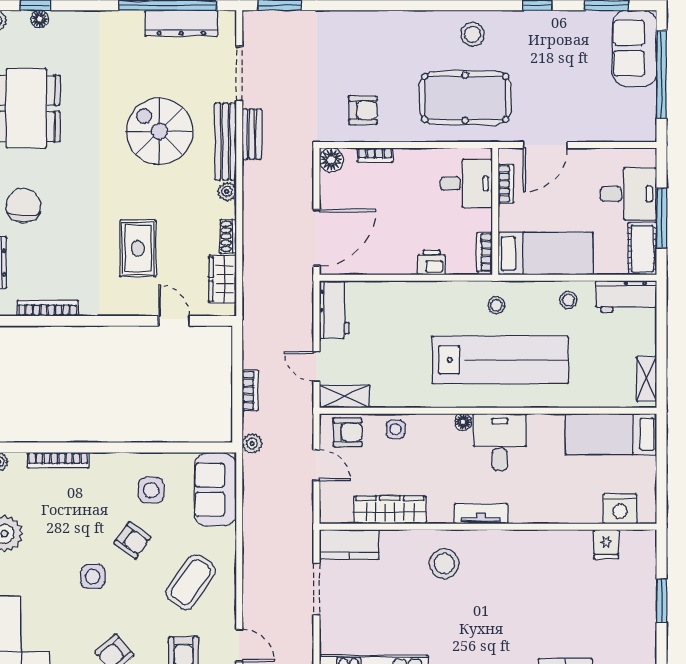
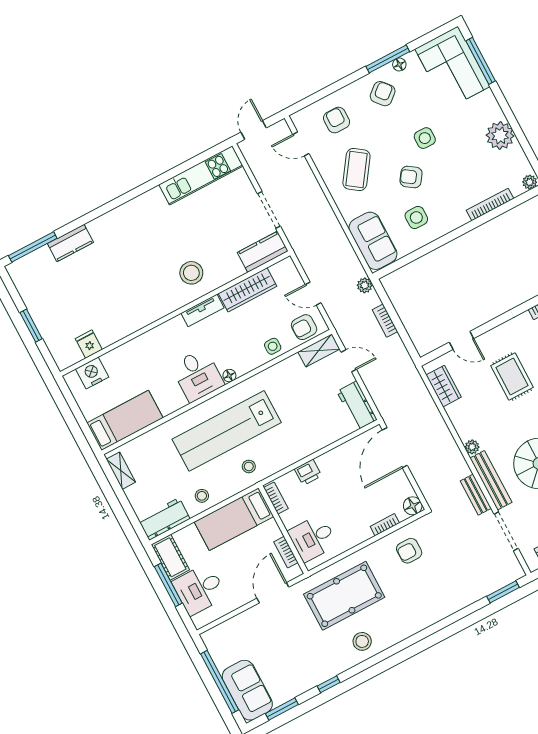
shoe rack: (228, 236) -> (455, 417), removed
tv unit: (481, 514) -> (202, 310), moved

